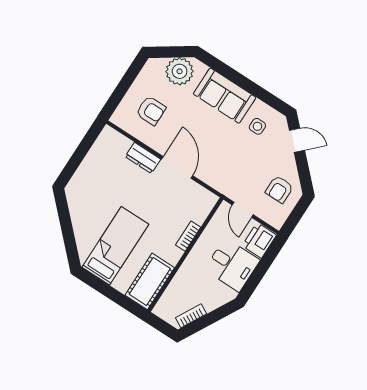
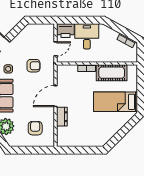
armchair: (279, 189) -> (33, 66), moved
cot: (150, 281) -> (112, 73), moved

